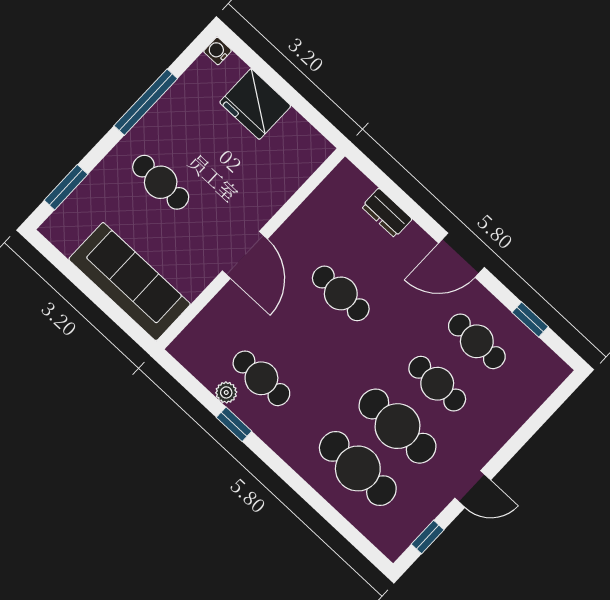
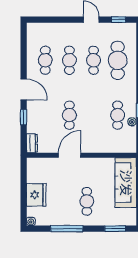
dresser: (387, 213) -> (32, 143), moved
door: (245, 255) -> (70, 155), moved
window: (530, 320) -> (24, 117), moved
cafe table: (397, 426) -> (94, 60), width x0.73, depth x0.74

